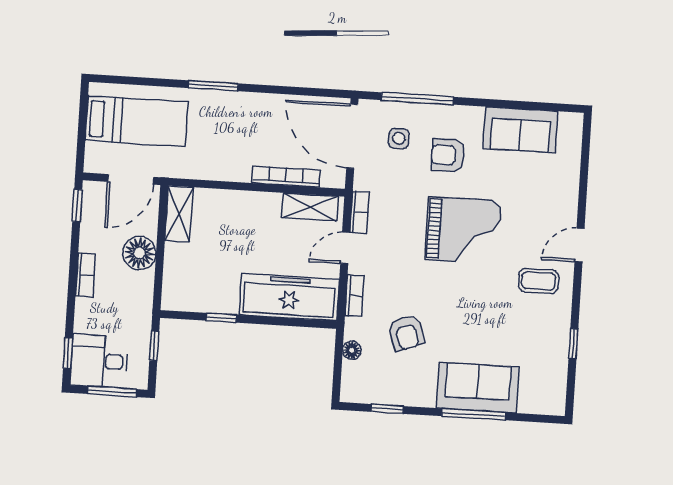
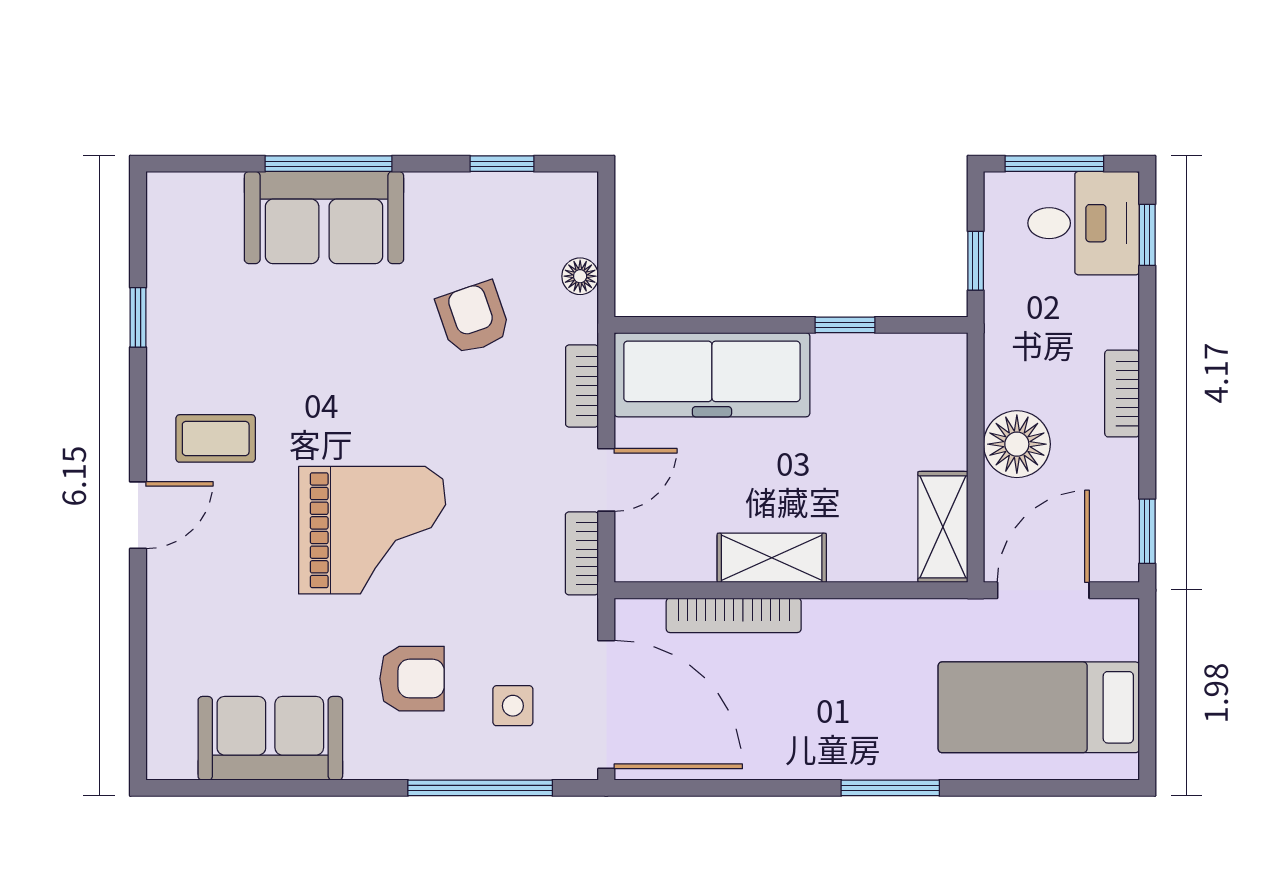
shelving: (310, 207) -> (772, 558), moved
grand piano: (463, 230) -> (372, 530), turned 180

